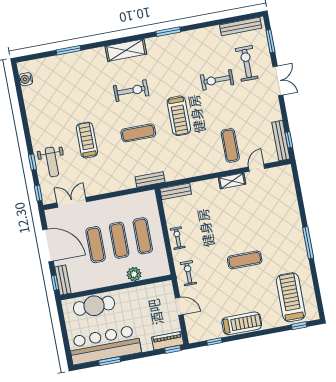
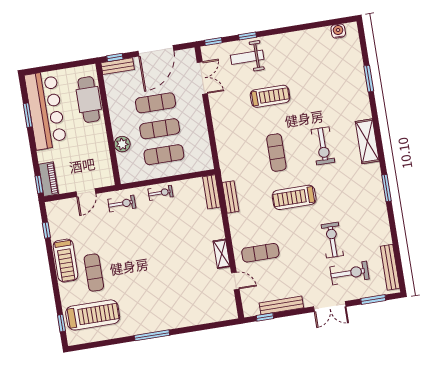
bench: (281, 141) -> (281, 305), moved
bench: (150, 180) -> (231, 197), moved
exercise mat: (245, 260) -> (94, 273), moved

